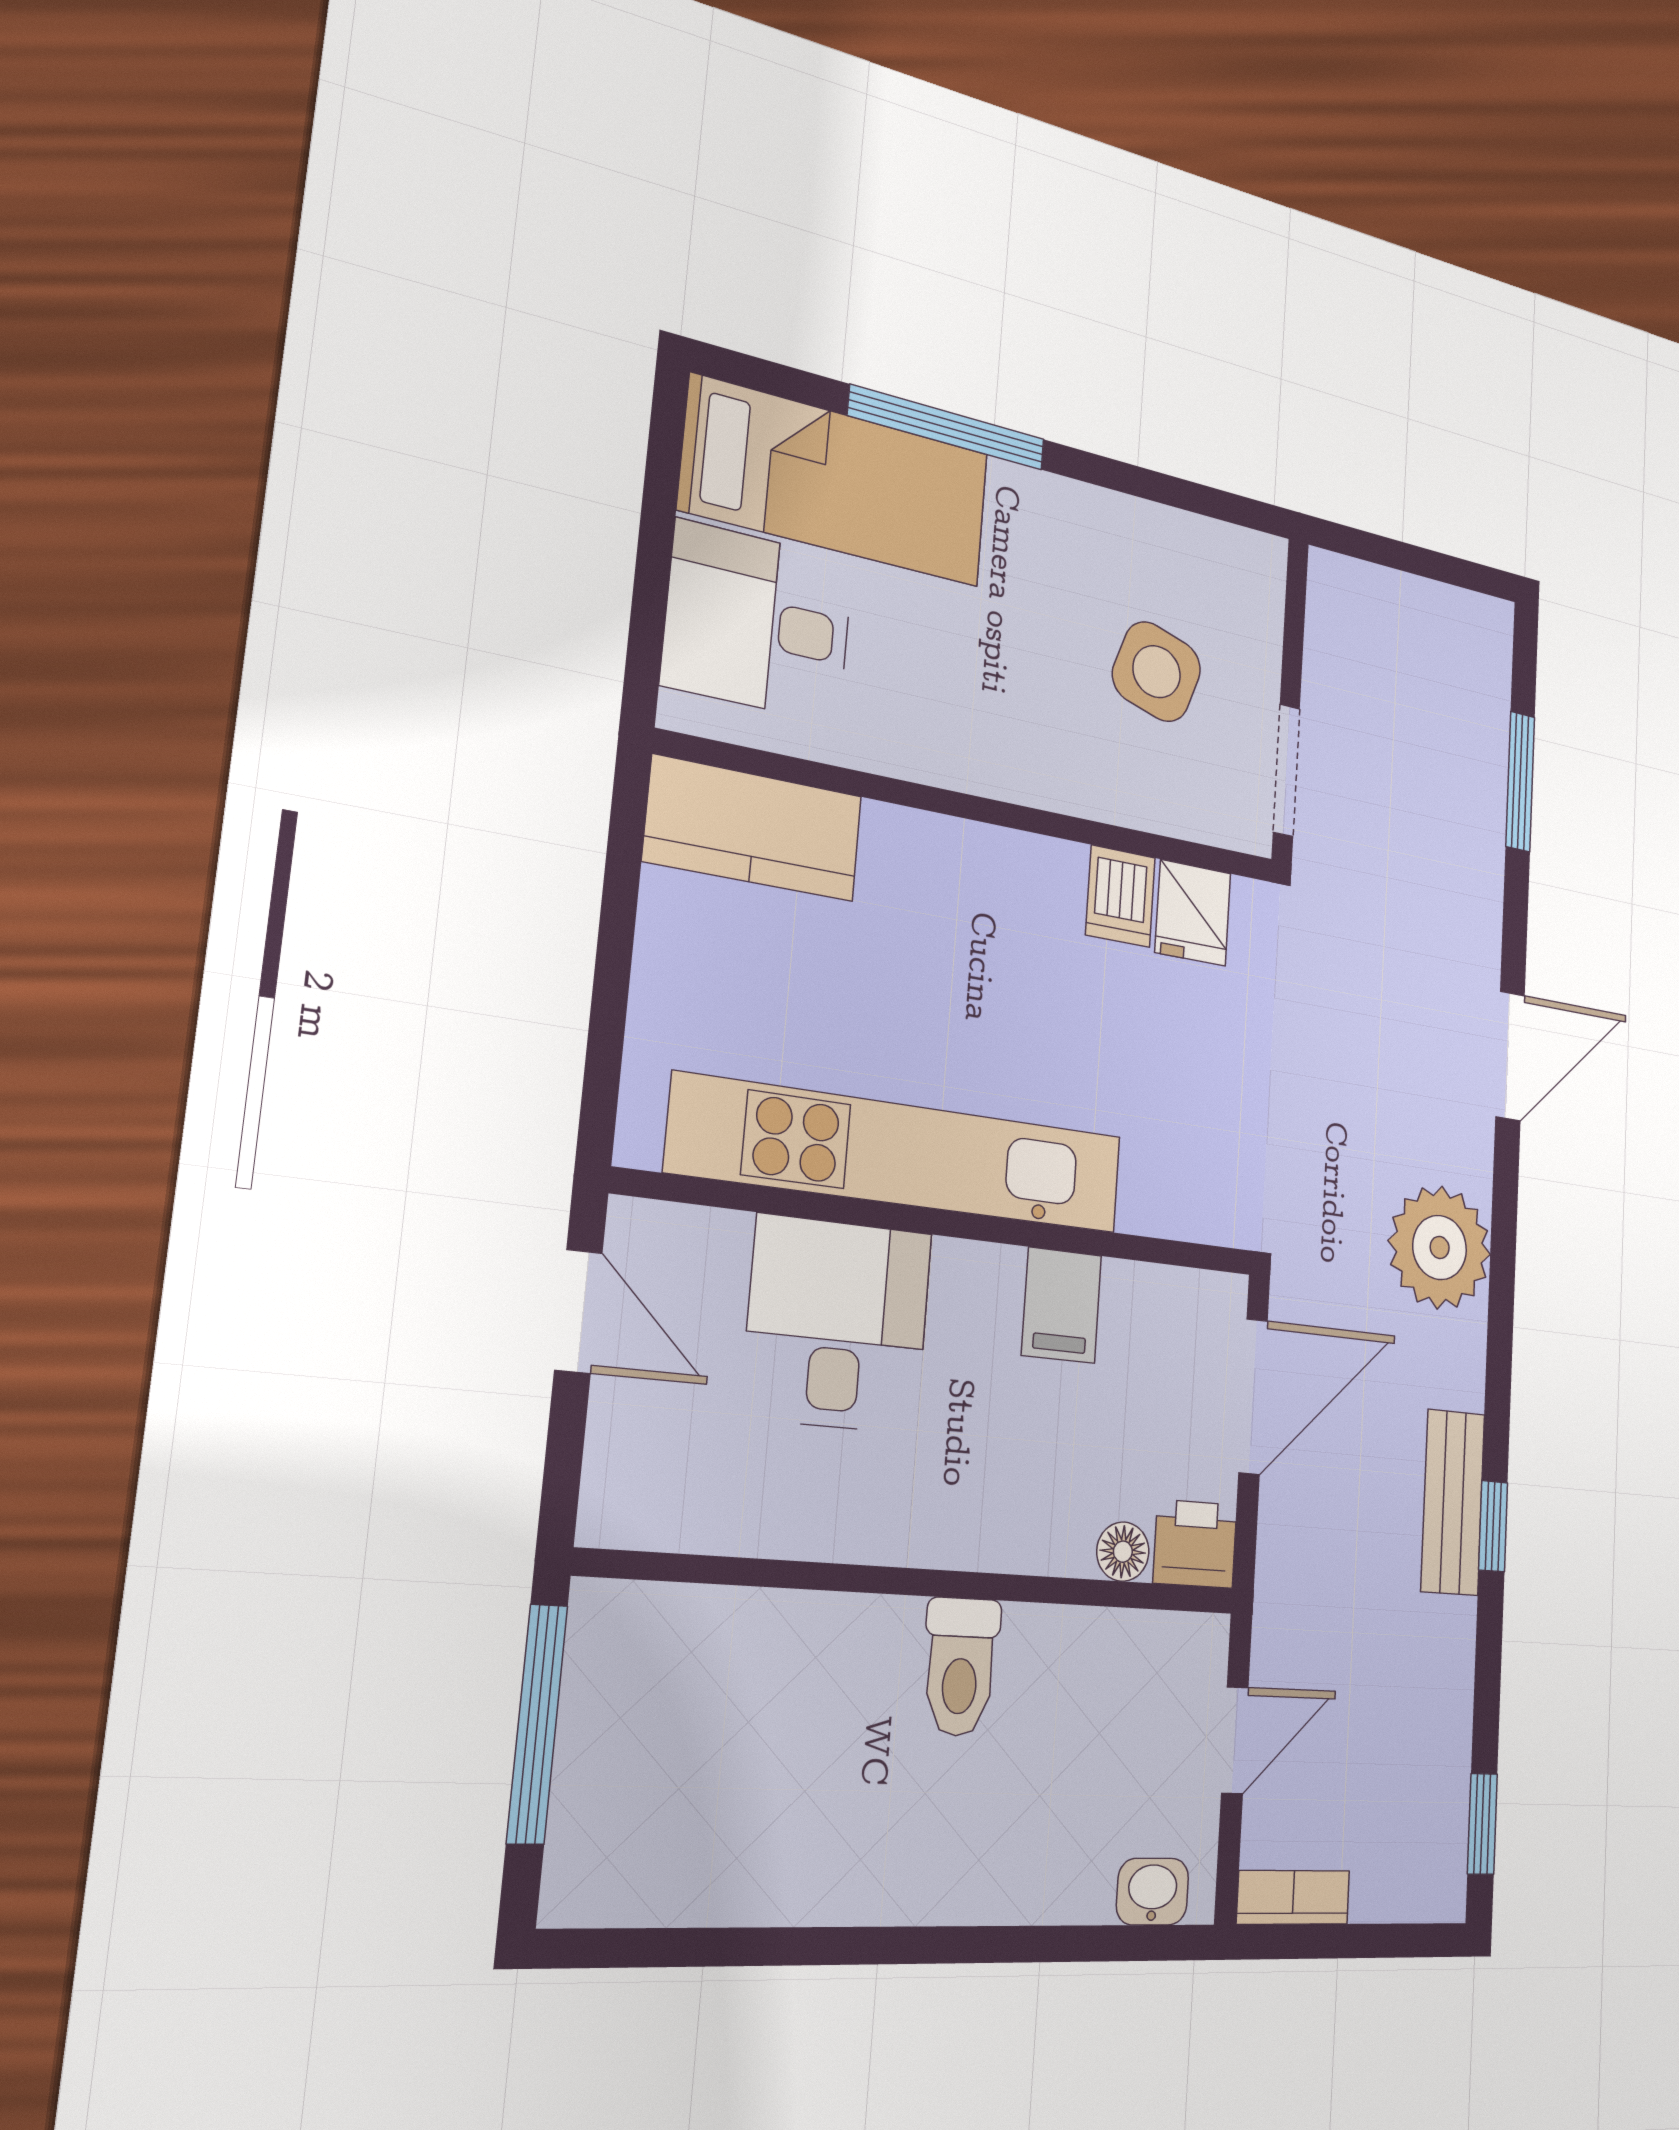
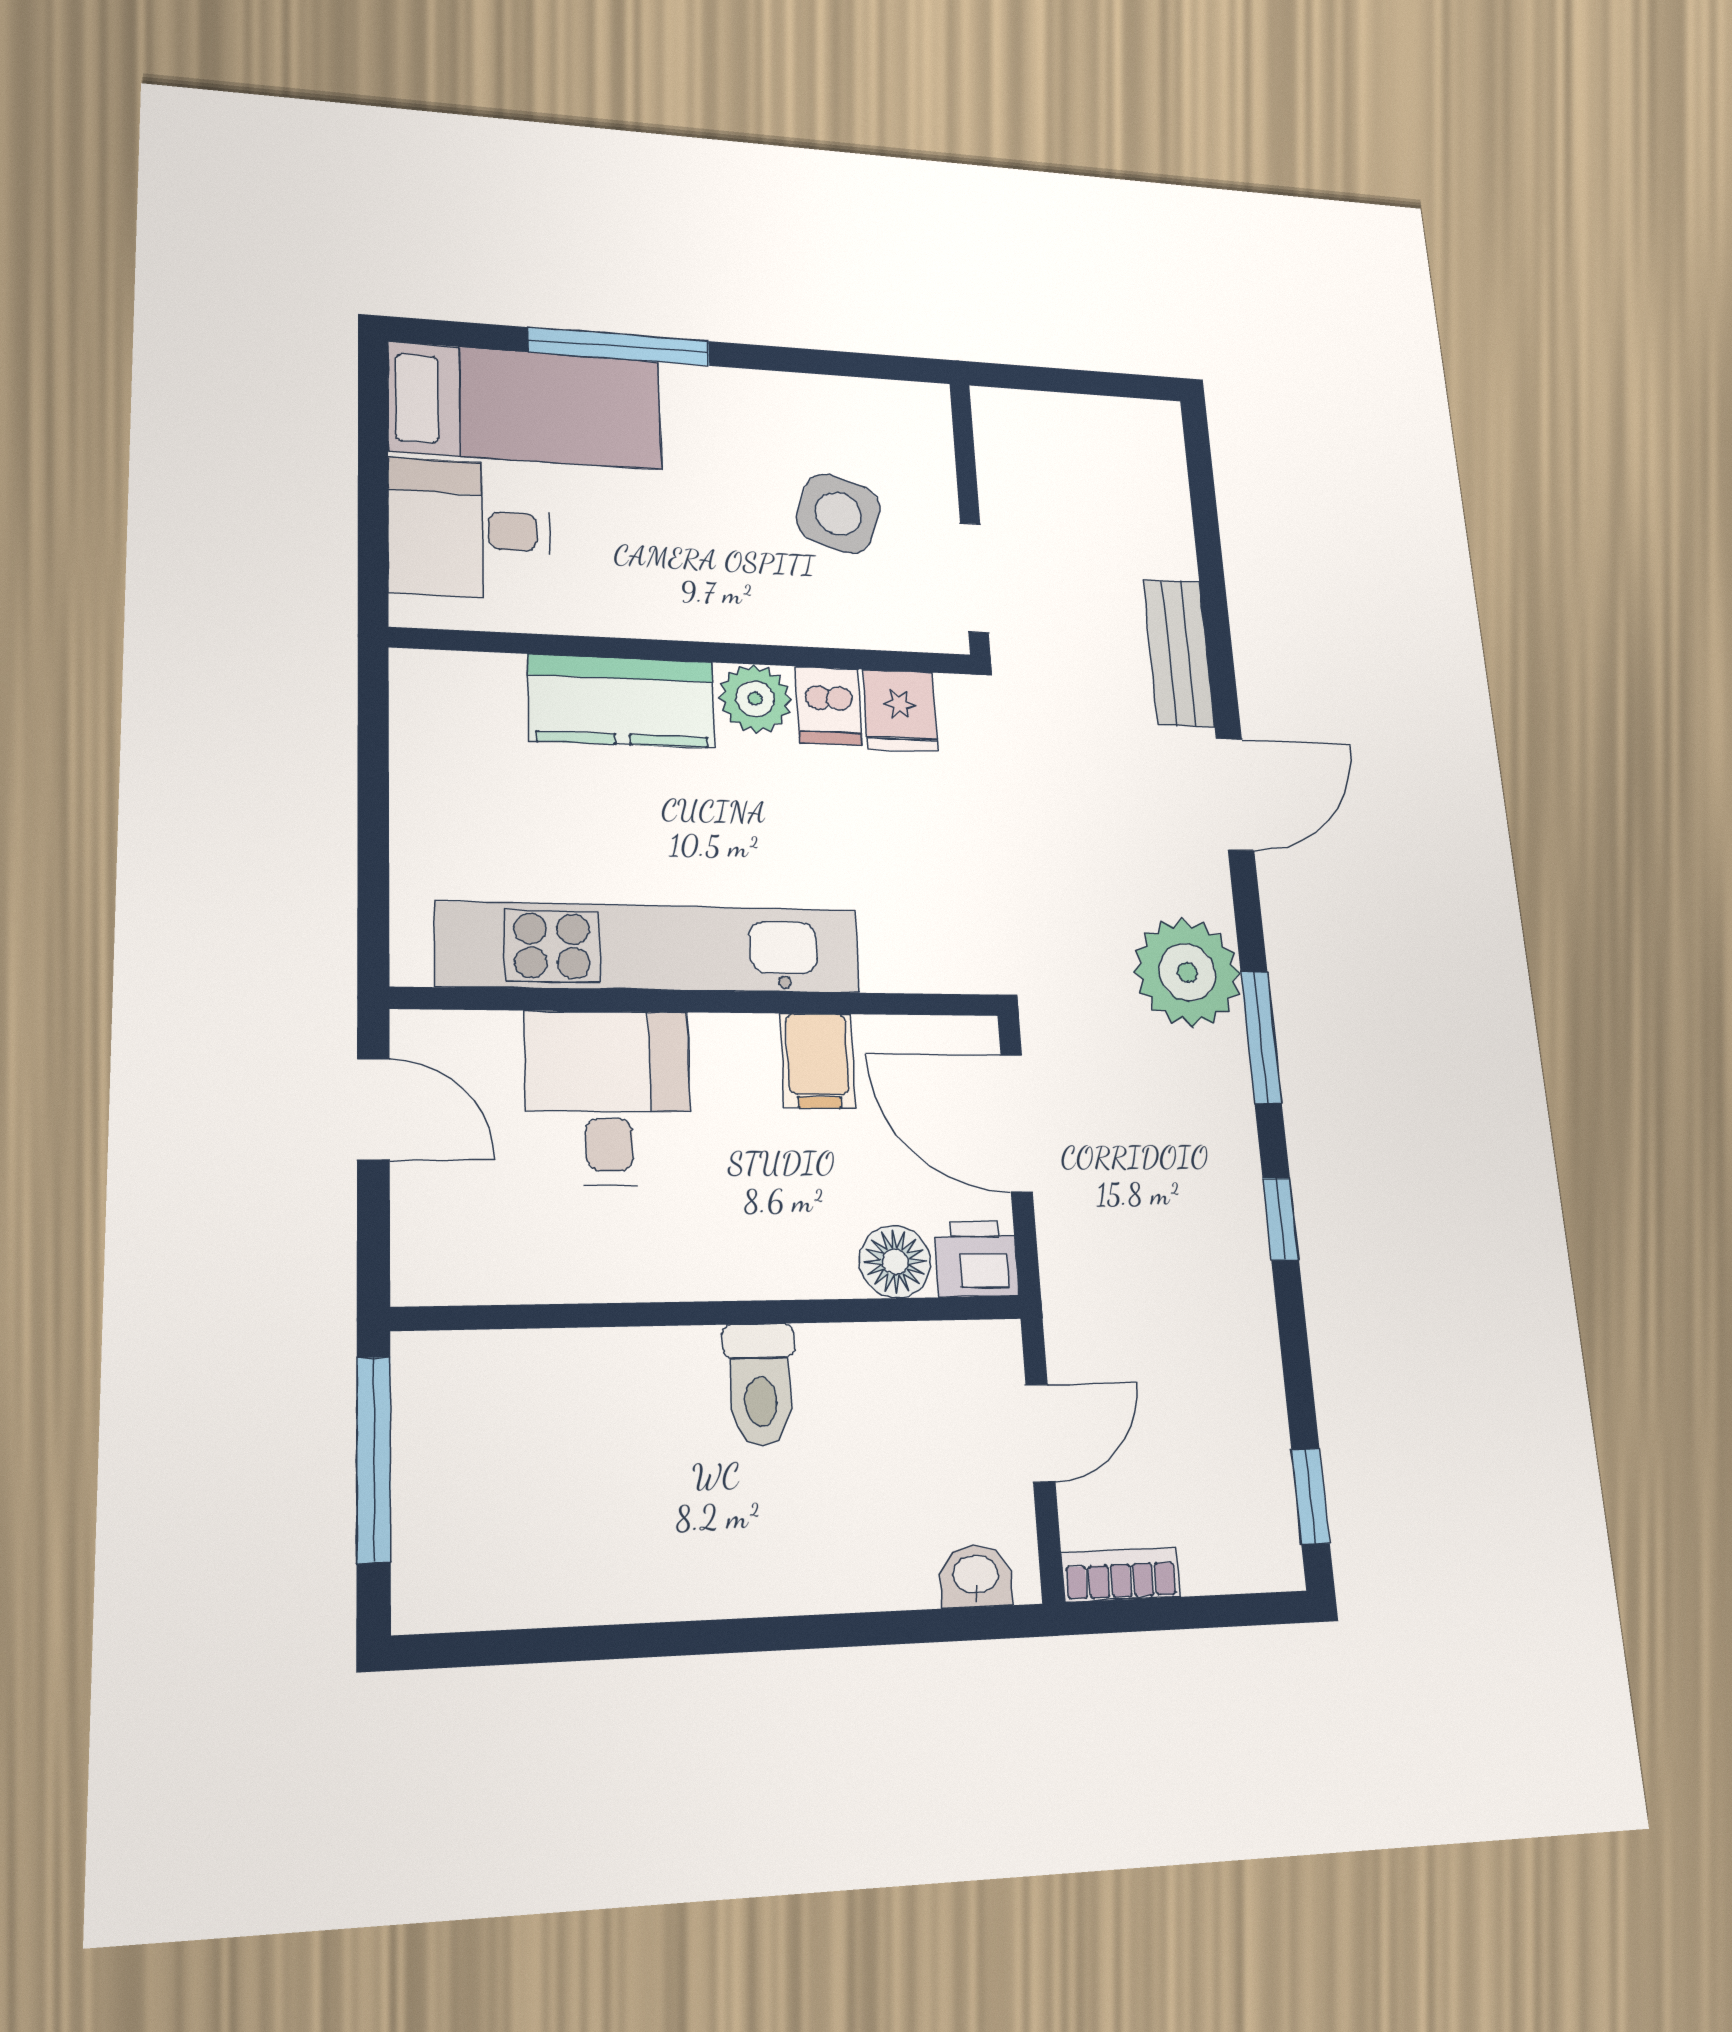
window: (1520, 782) -> (1261, 1037), moved
kitchen counter: (754, 828) -> (621, 701), moved
plant: (1045, 876) -> (755, 699), added
door: (1253, 1396) -> (1016, 1123), swing flipped
bench: (1453, 1502) -> (1179, 653), moved
floor lamp: (1123, 1552) -> (895, 1262), width x1.37, depth x1.37

